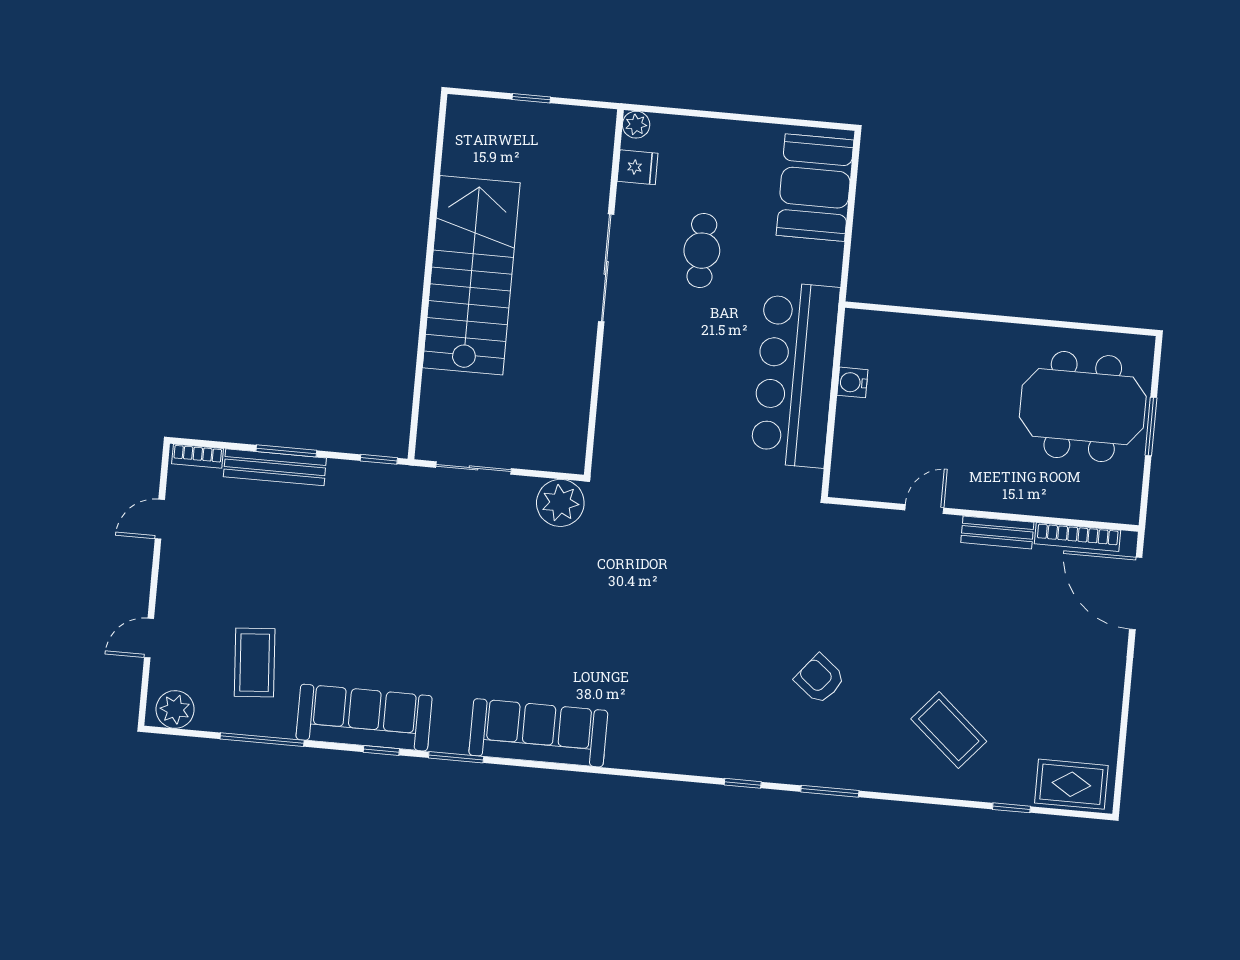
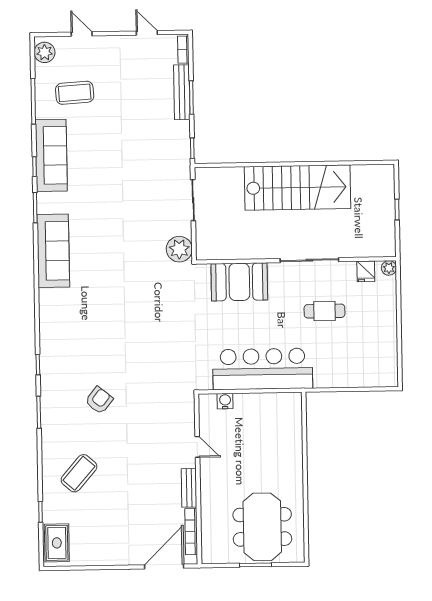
booth: (815, 188) -> (239, 282), moved
water cooler: (852, 382) -> (225, 401), moved

